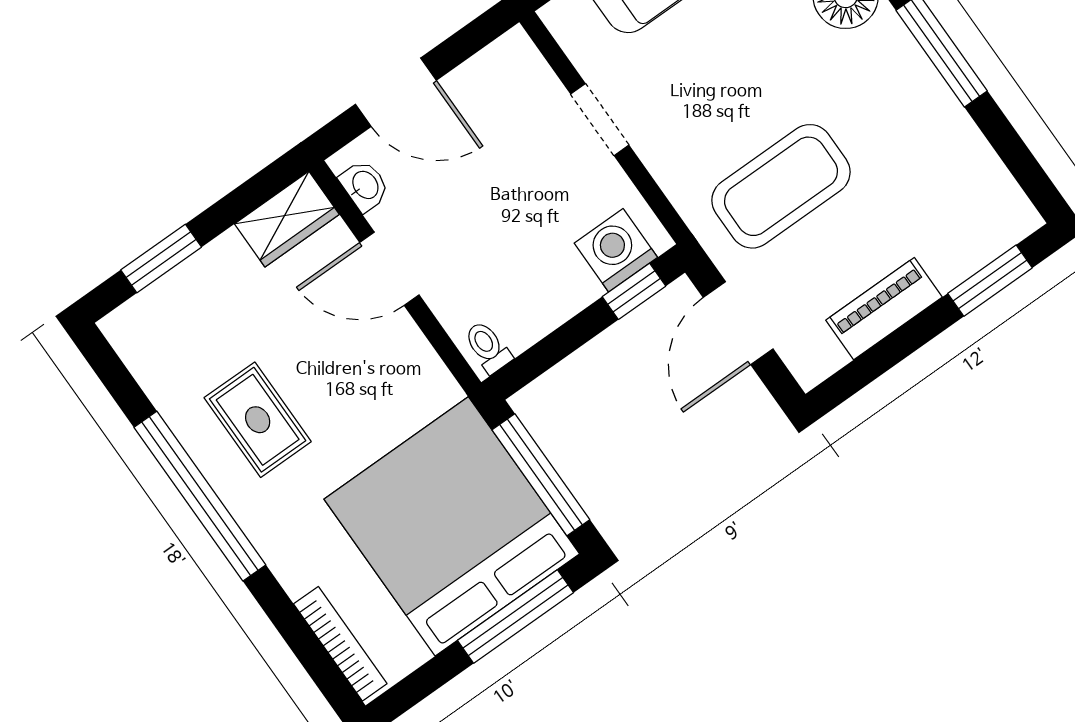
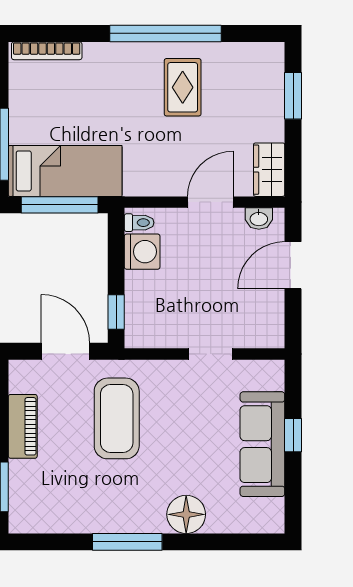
washing machine: (616, 250) -> (142, 252), moved
rug: (258, 420) -> (183, 87), turned 90
bed: (452, 526) -> (65, 171), width x0.49

